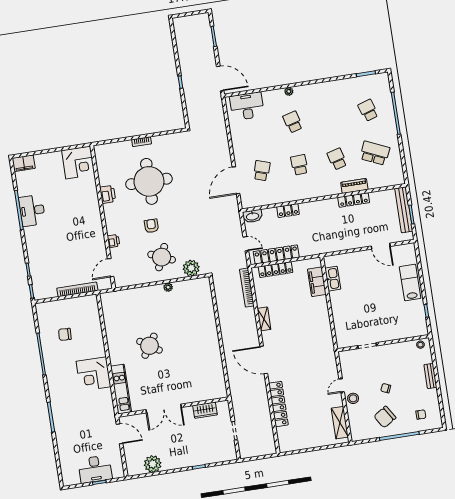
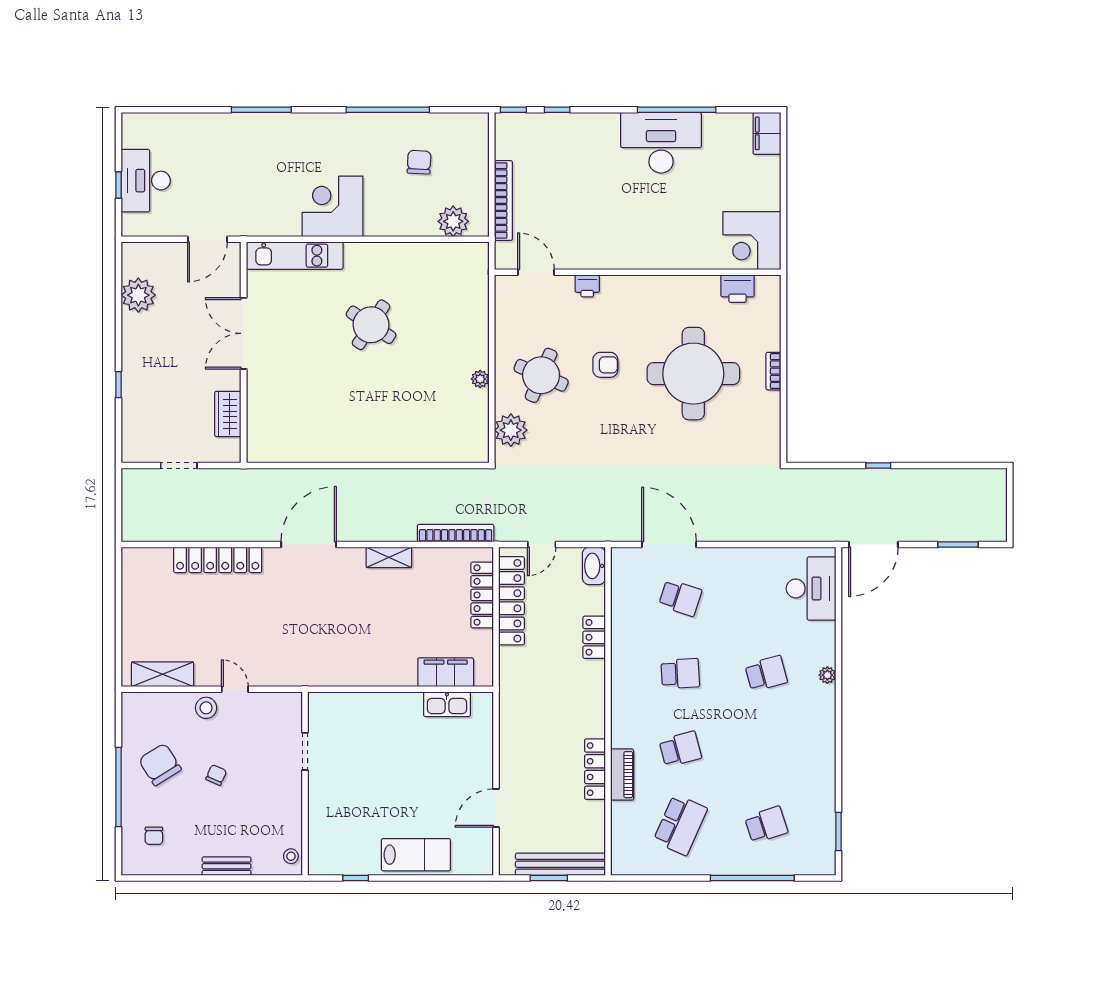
printer: (108, 194) -> (738, 289), moved
desk: (32, 210) -> (661, 143), width x1.36, depth x1.30
plant: (92, 313) -> (453, 221), added

